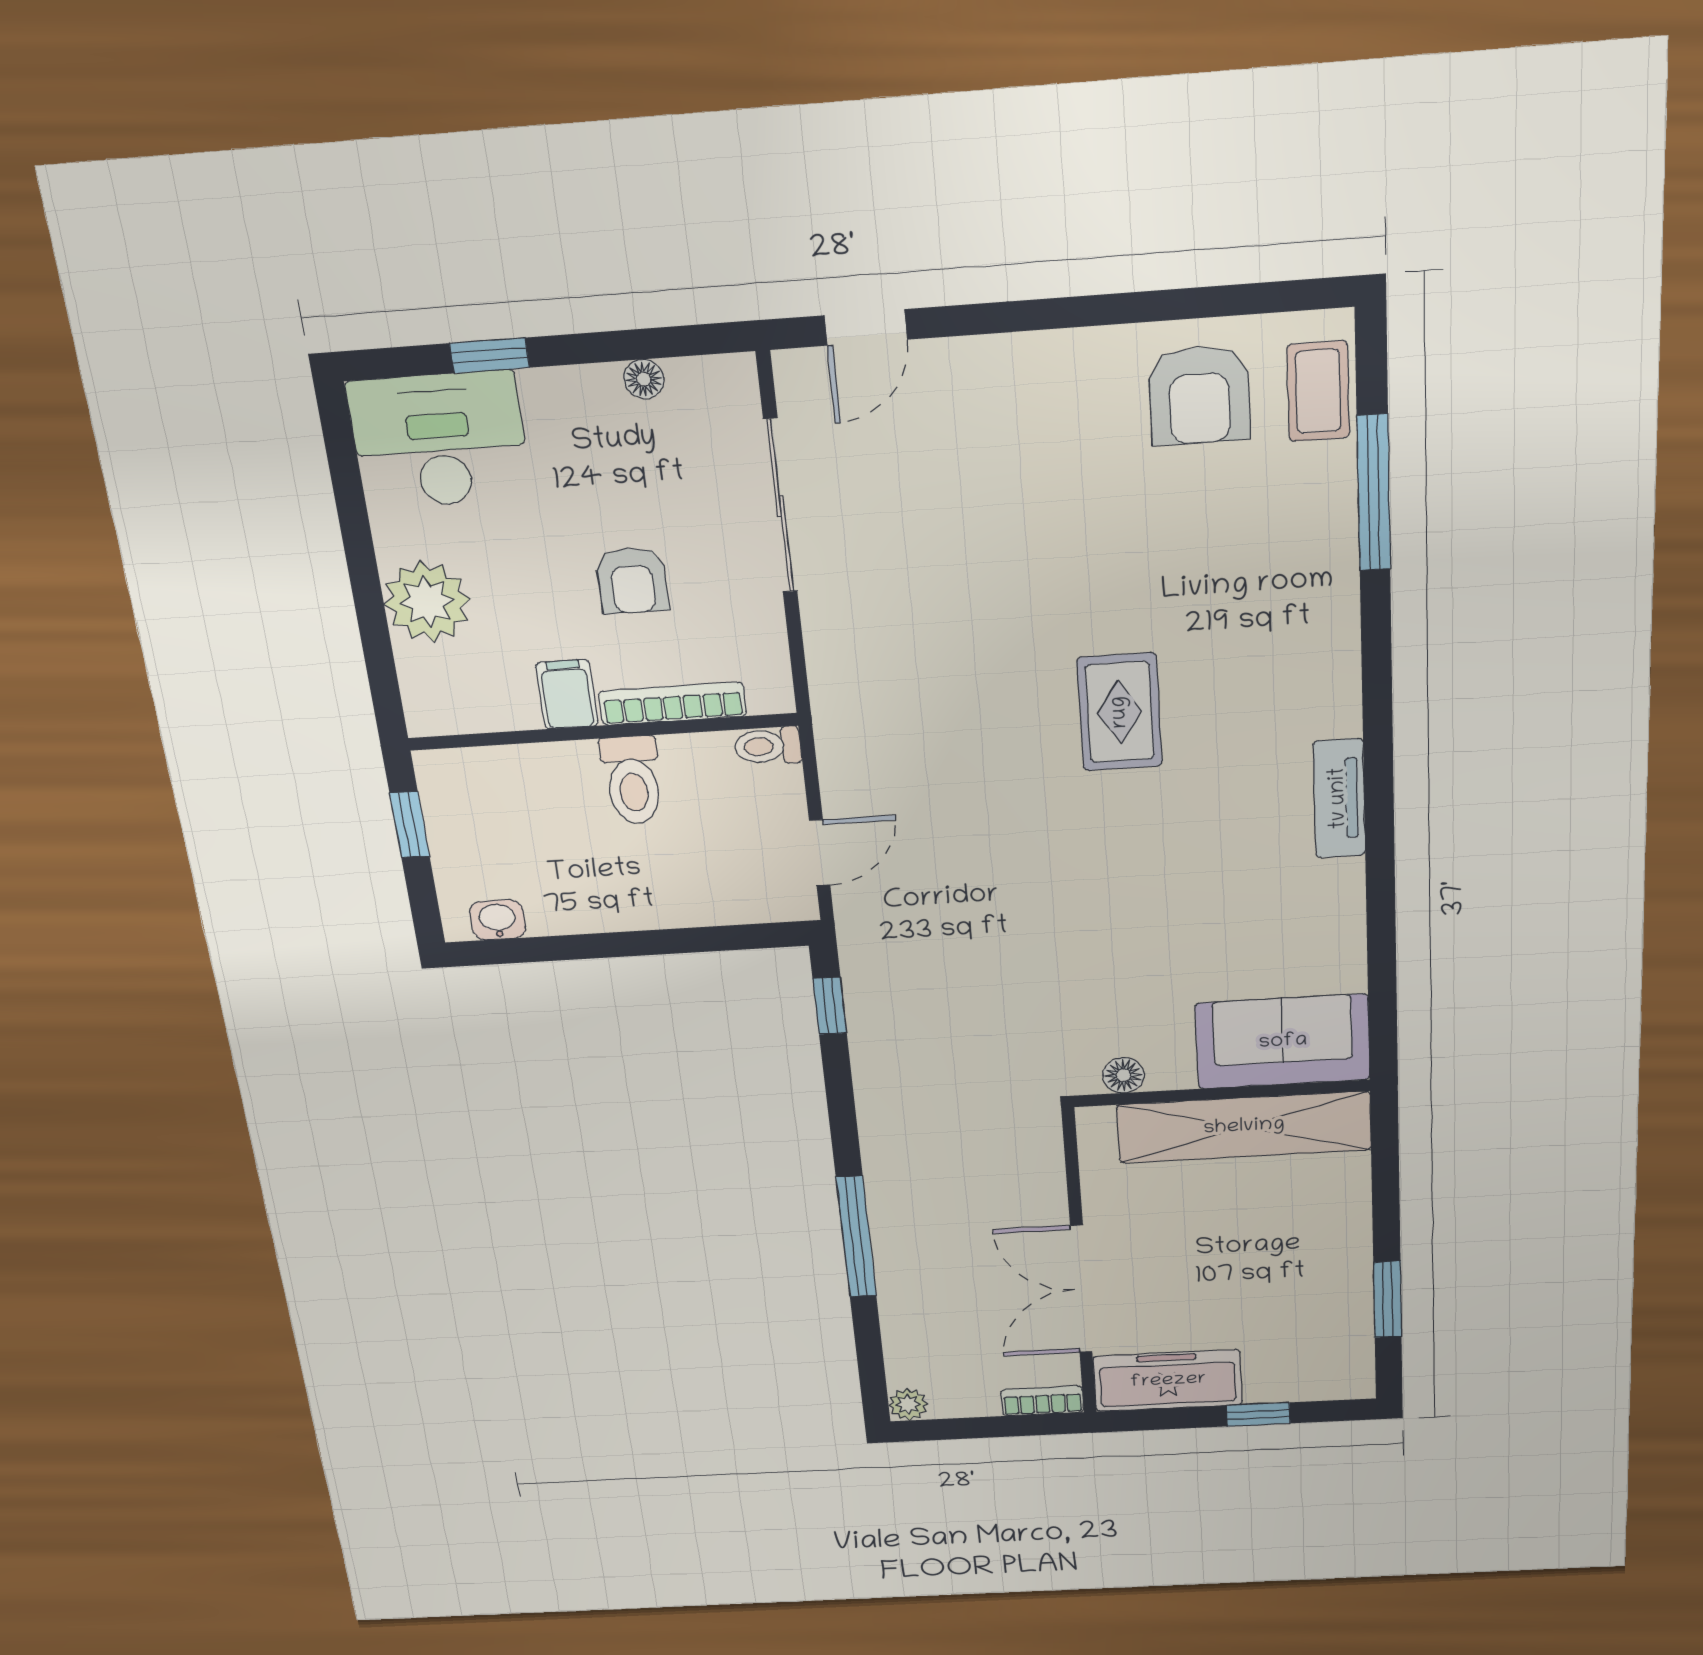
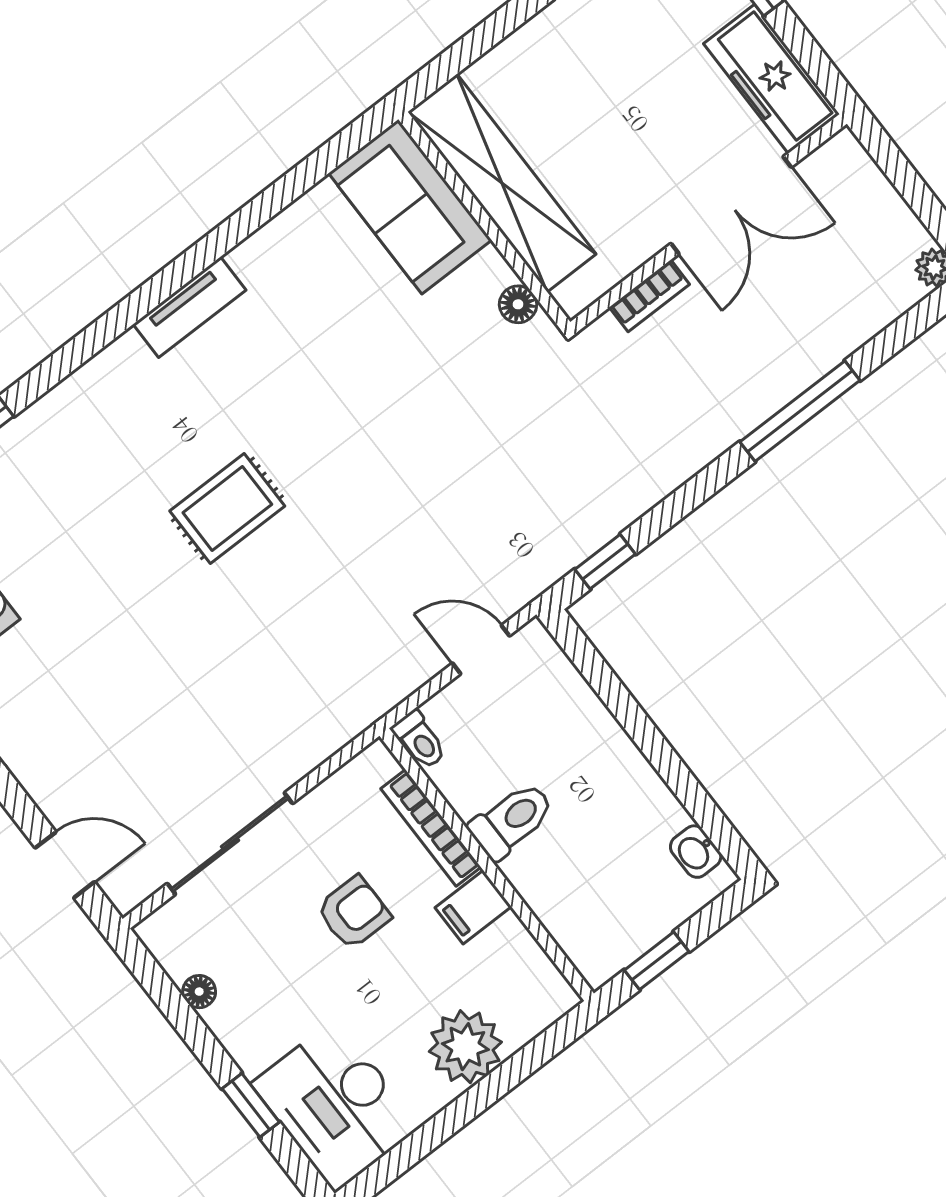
bookcase: (1042, 1401) -> (649, 296), moved, turned -90

